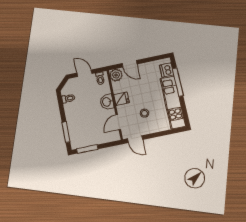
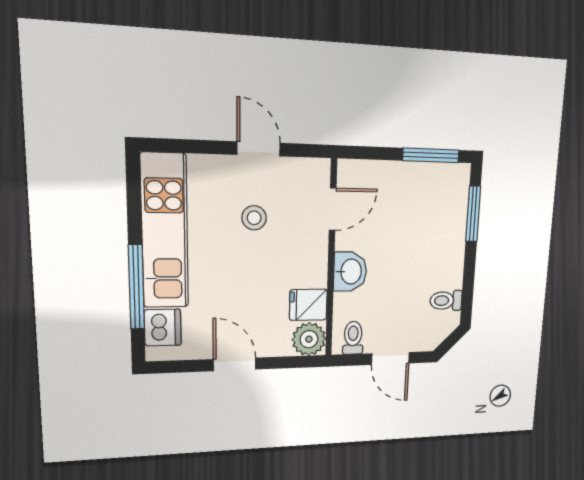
door: (130, 64) -> (235, 364), moved
fridge: (121, 99) -> (308, 305), moved
door: (135, 139) -> (259, 149), moved

